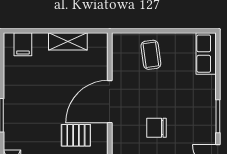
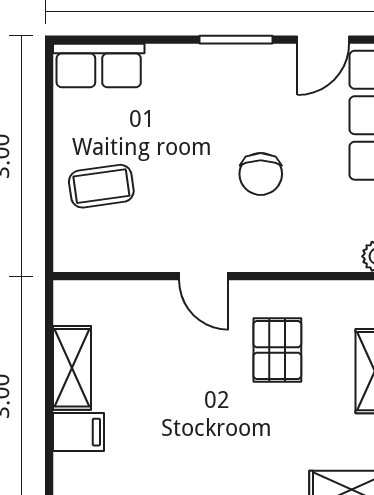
filing cabinet: (23, 44) -> (79, 432), moved
door: (110, 102) -> (204, 276), width x0.53

